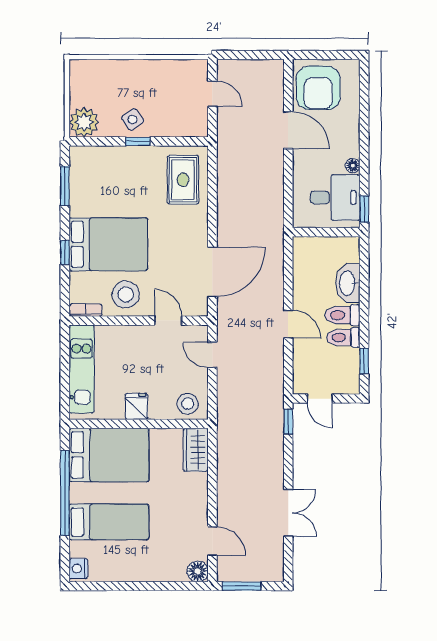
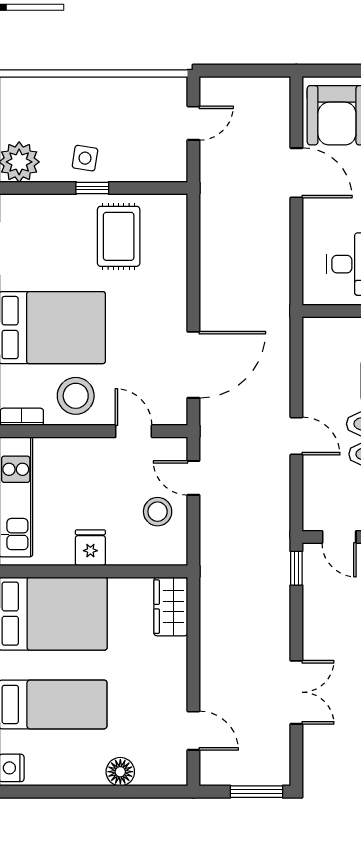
door: (212, 94) -> (193, 123), hinge flipped
side table: (133, 119) -> (85, 158), turned 45
rug: (183, 180) -> (119, 236), moved
stool: (188, 404) -> (158, 512), moved
floor lamp: (198, 571) -> (120, 772), moved
window: (242, 586) -> (256, 792), moved

